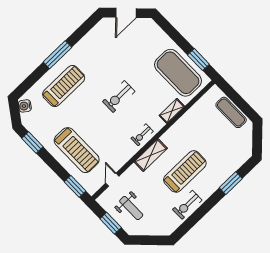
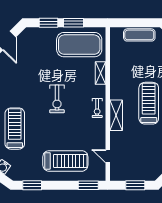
window: (172, 32) -> (49, 23), added
window: (198, 60) -> (74, 23), moved
weight bench: (131, 208) -> (139, 162), removed

